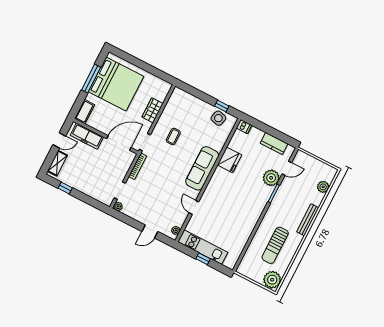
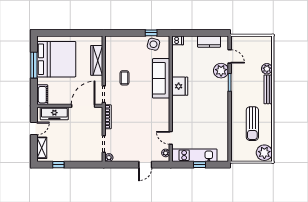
wardrobe: (152, 110) -> (97, 60), width x1.50
fridge: (230, 160) -> (180, 86), moved
sofa: (202, 168) -> (161, 78), moved
door: (287, 168) -> (230, 56), hinge flipped
plant: (323, 187) -> (267, 69), moved
door: (194, 207) -> (171, 138), moved

